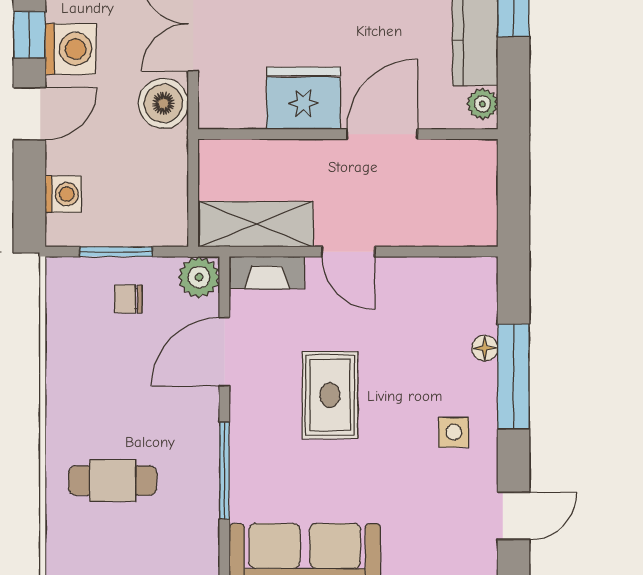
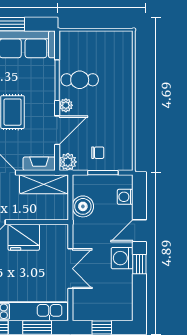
boiler: (163, 103) -> (83, 206), moved
plant: (204, 411) -> (66, 105), added
cafe table: (113, 481) -> (80, 80), moved

